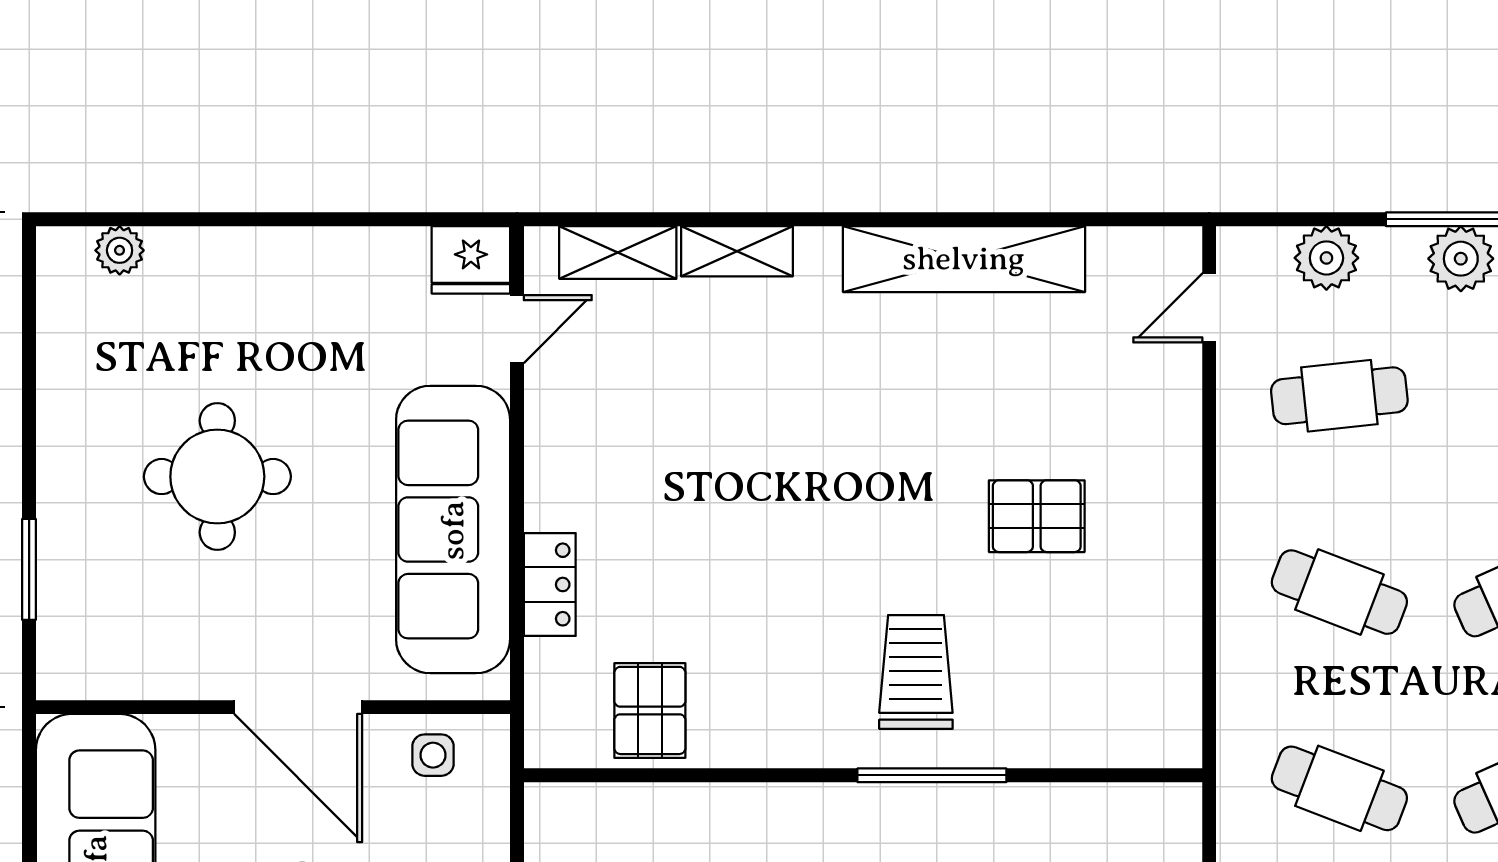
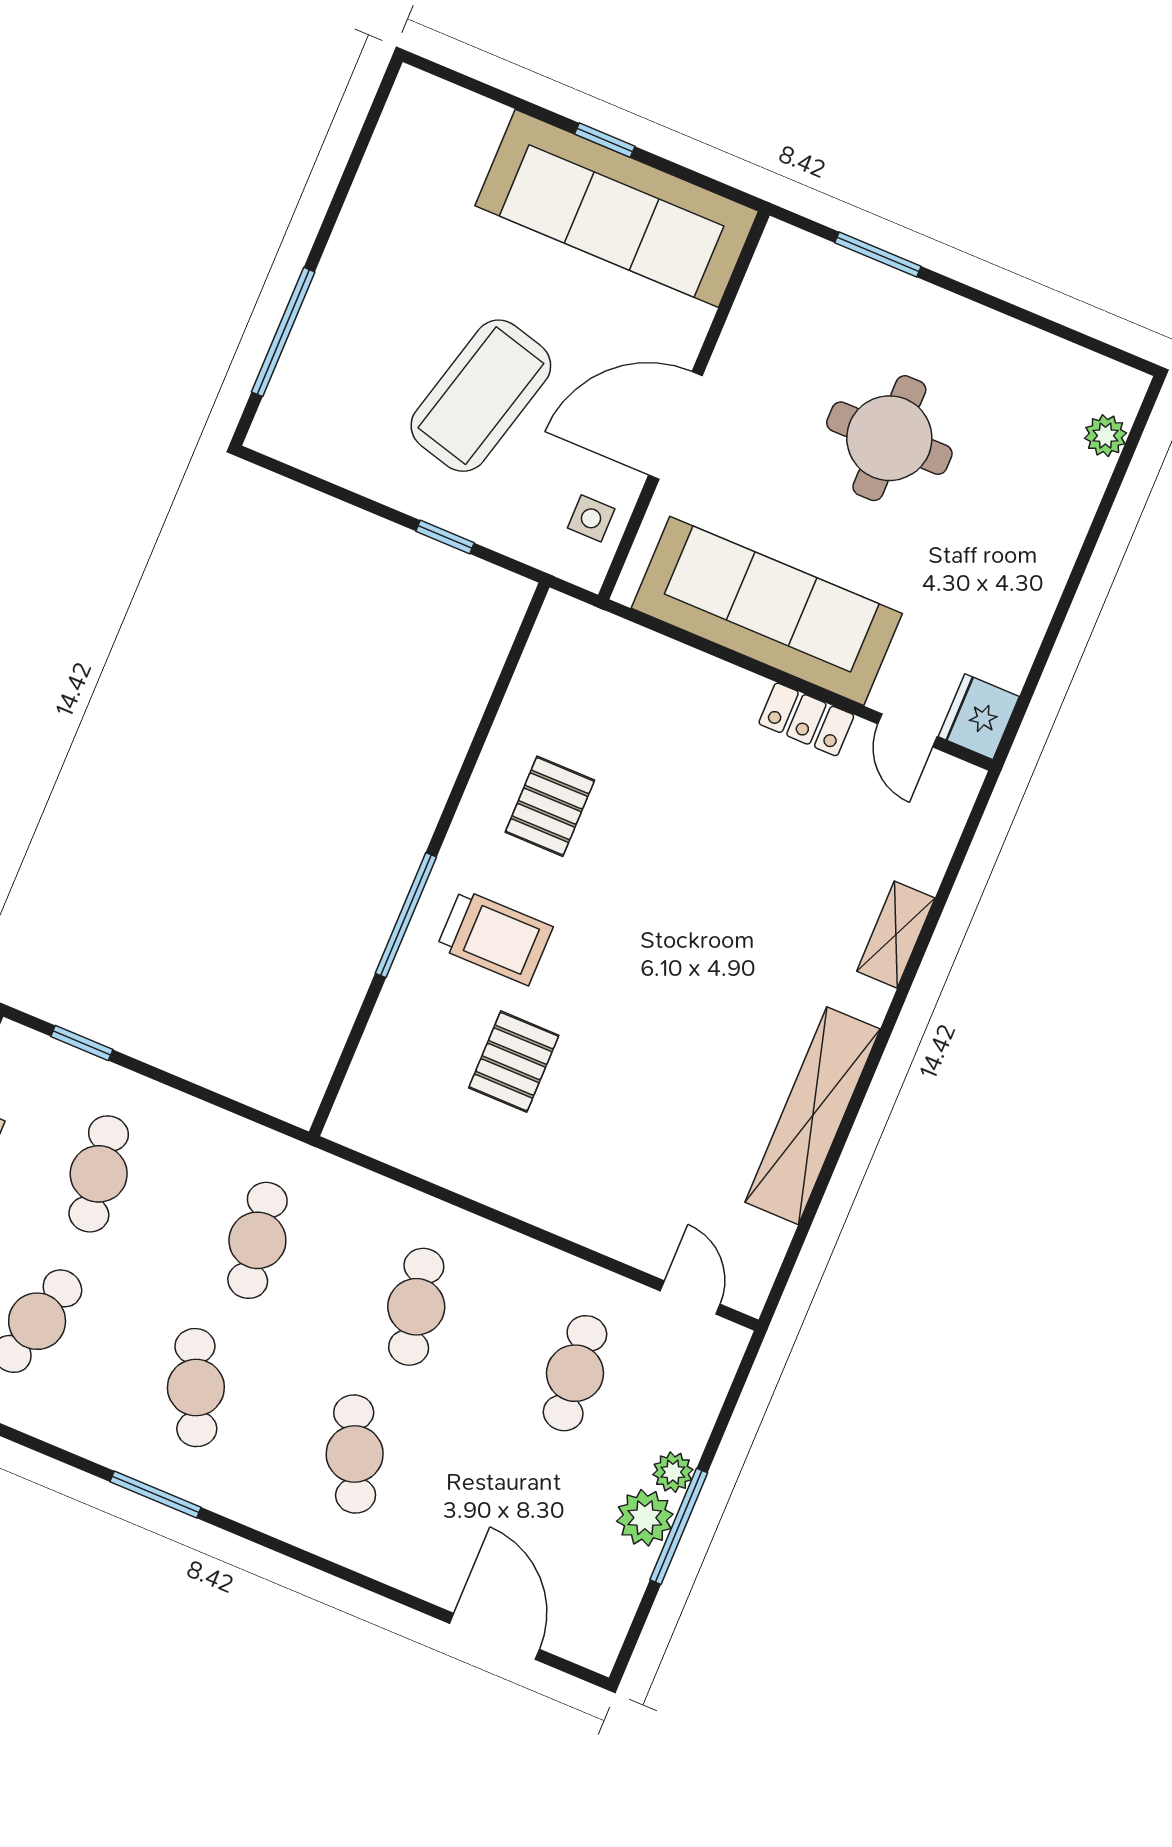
shelving: (618, 252) -> (935, 838), removed
plant: (1326, 258) -> (673, 1472), moved, width x0.73, depth x0.73
pallet: (1037, 516) -> (514, 1062), moved
locker: (550, 584) -> (806, 719), moved
cafe table: (1339, 592) -> (416, 1307), turned -33
pallet: (650, 710) -> (550, 806), moved, turned 90
cafe table: (1339, 788) -> (257, 1240), turned -30

